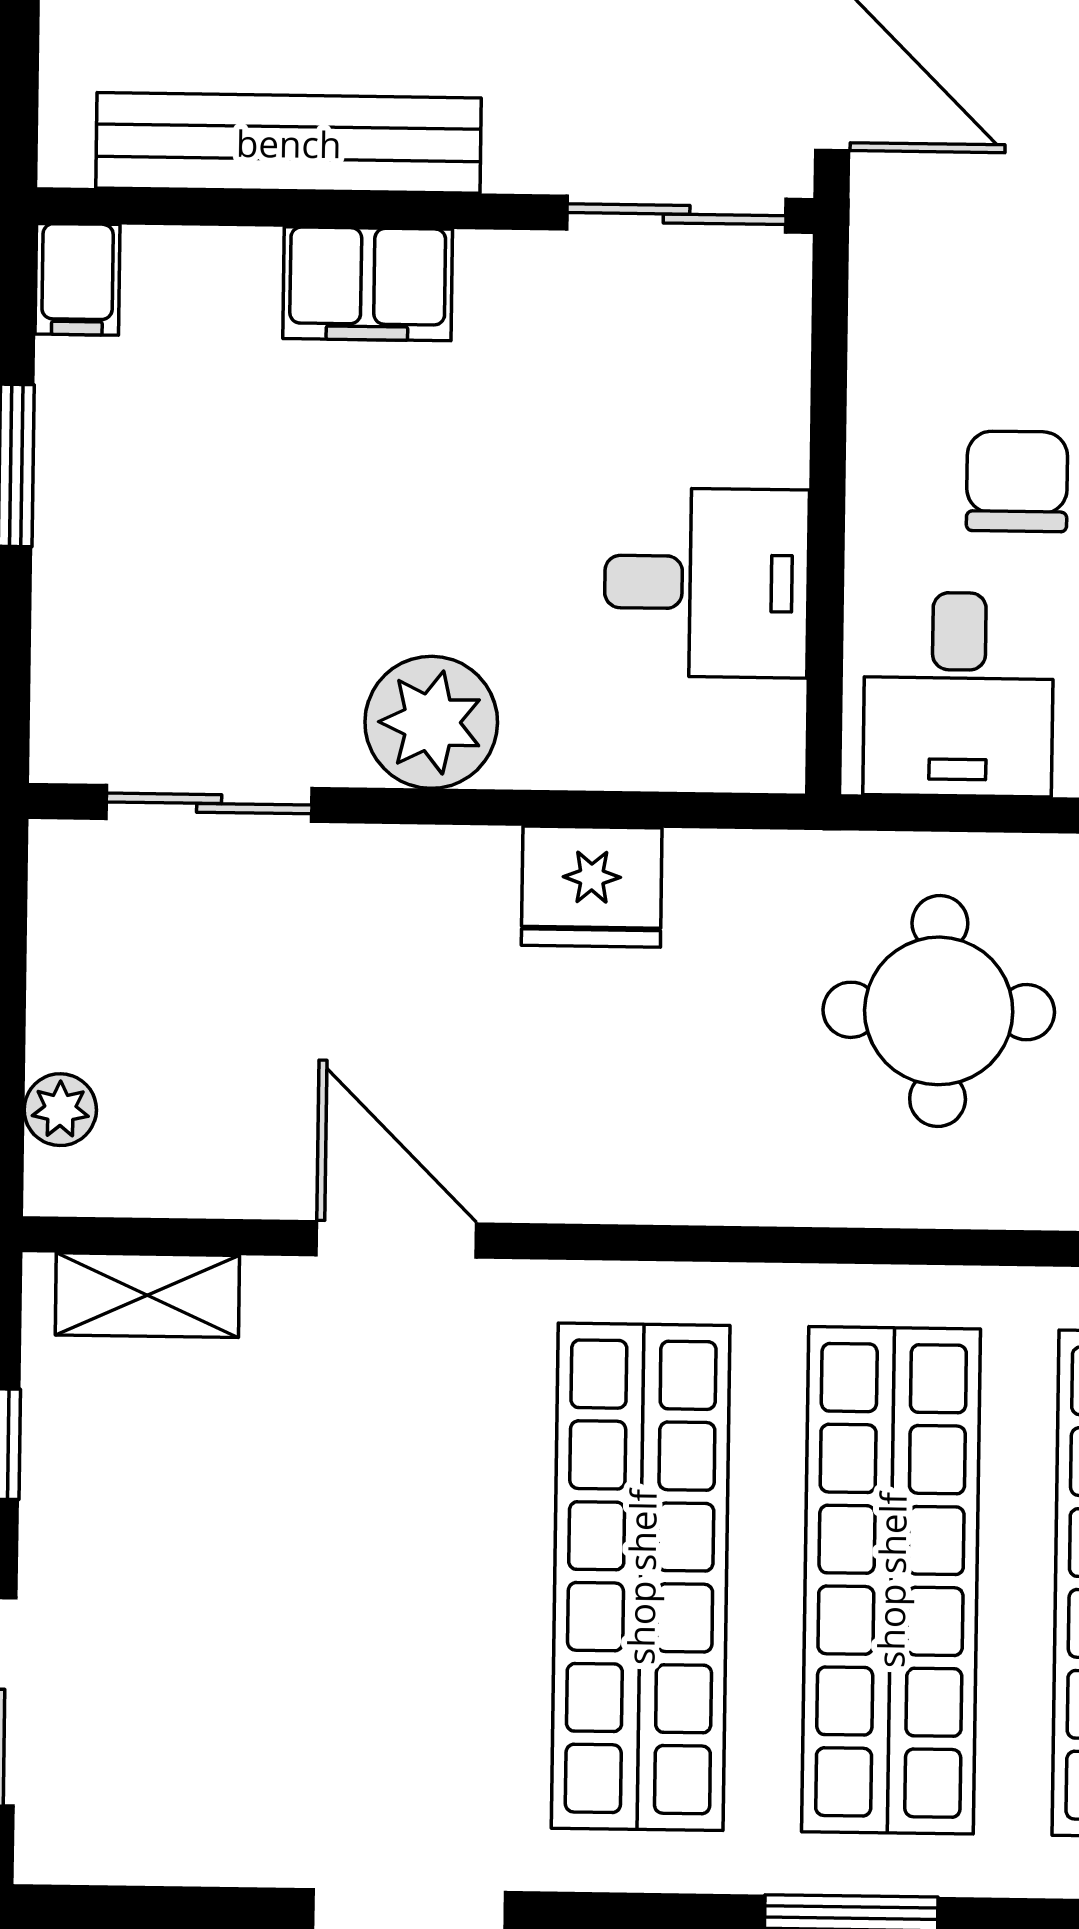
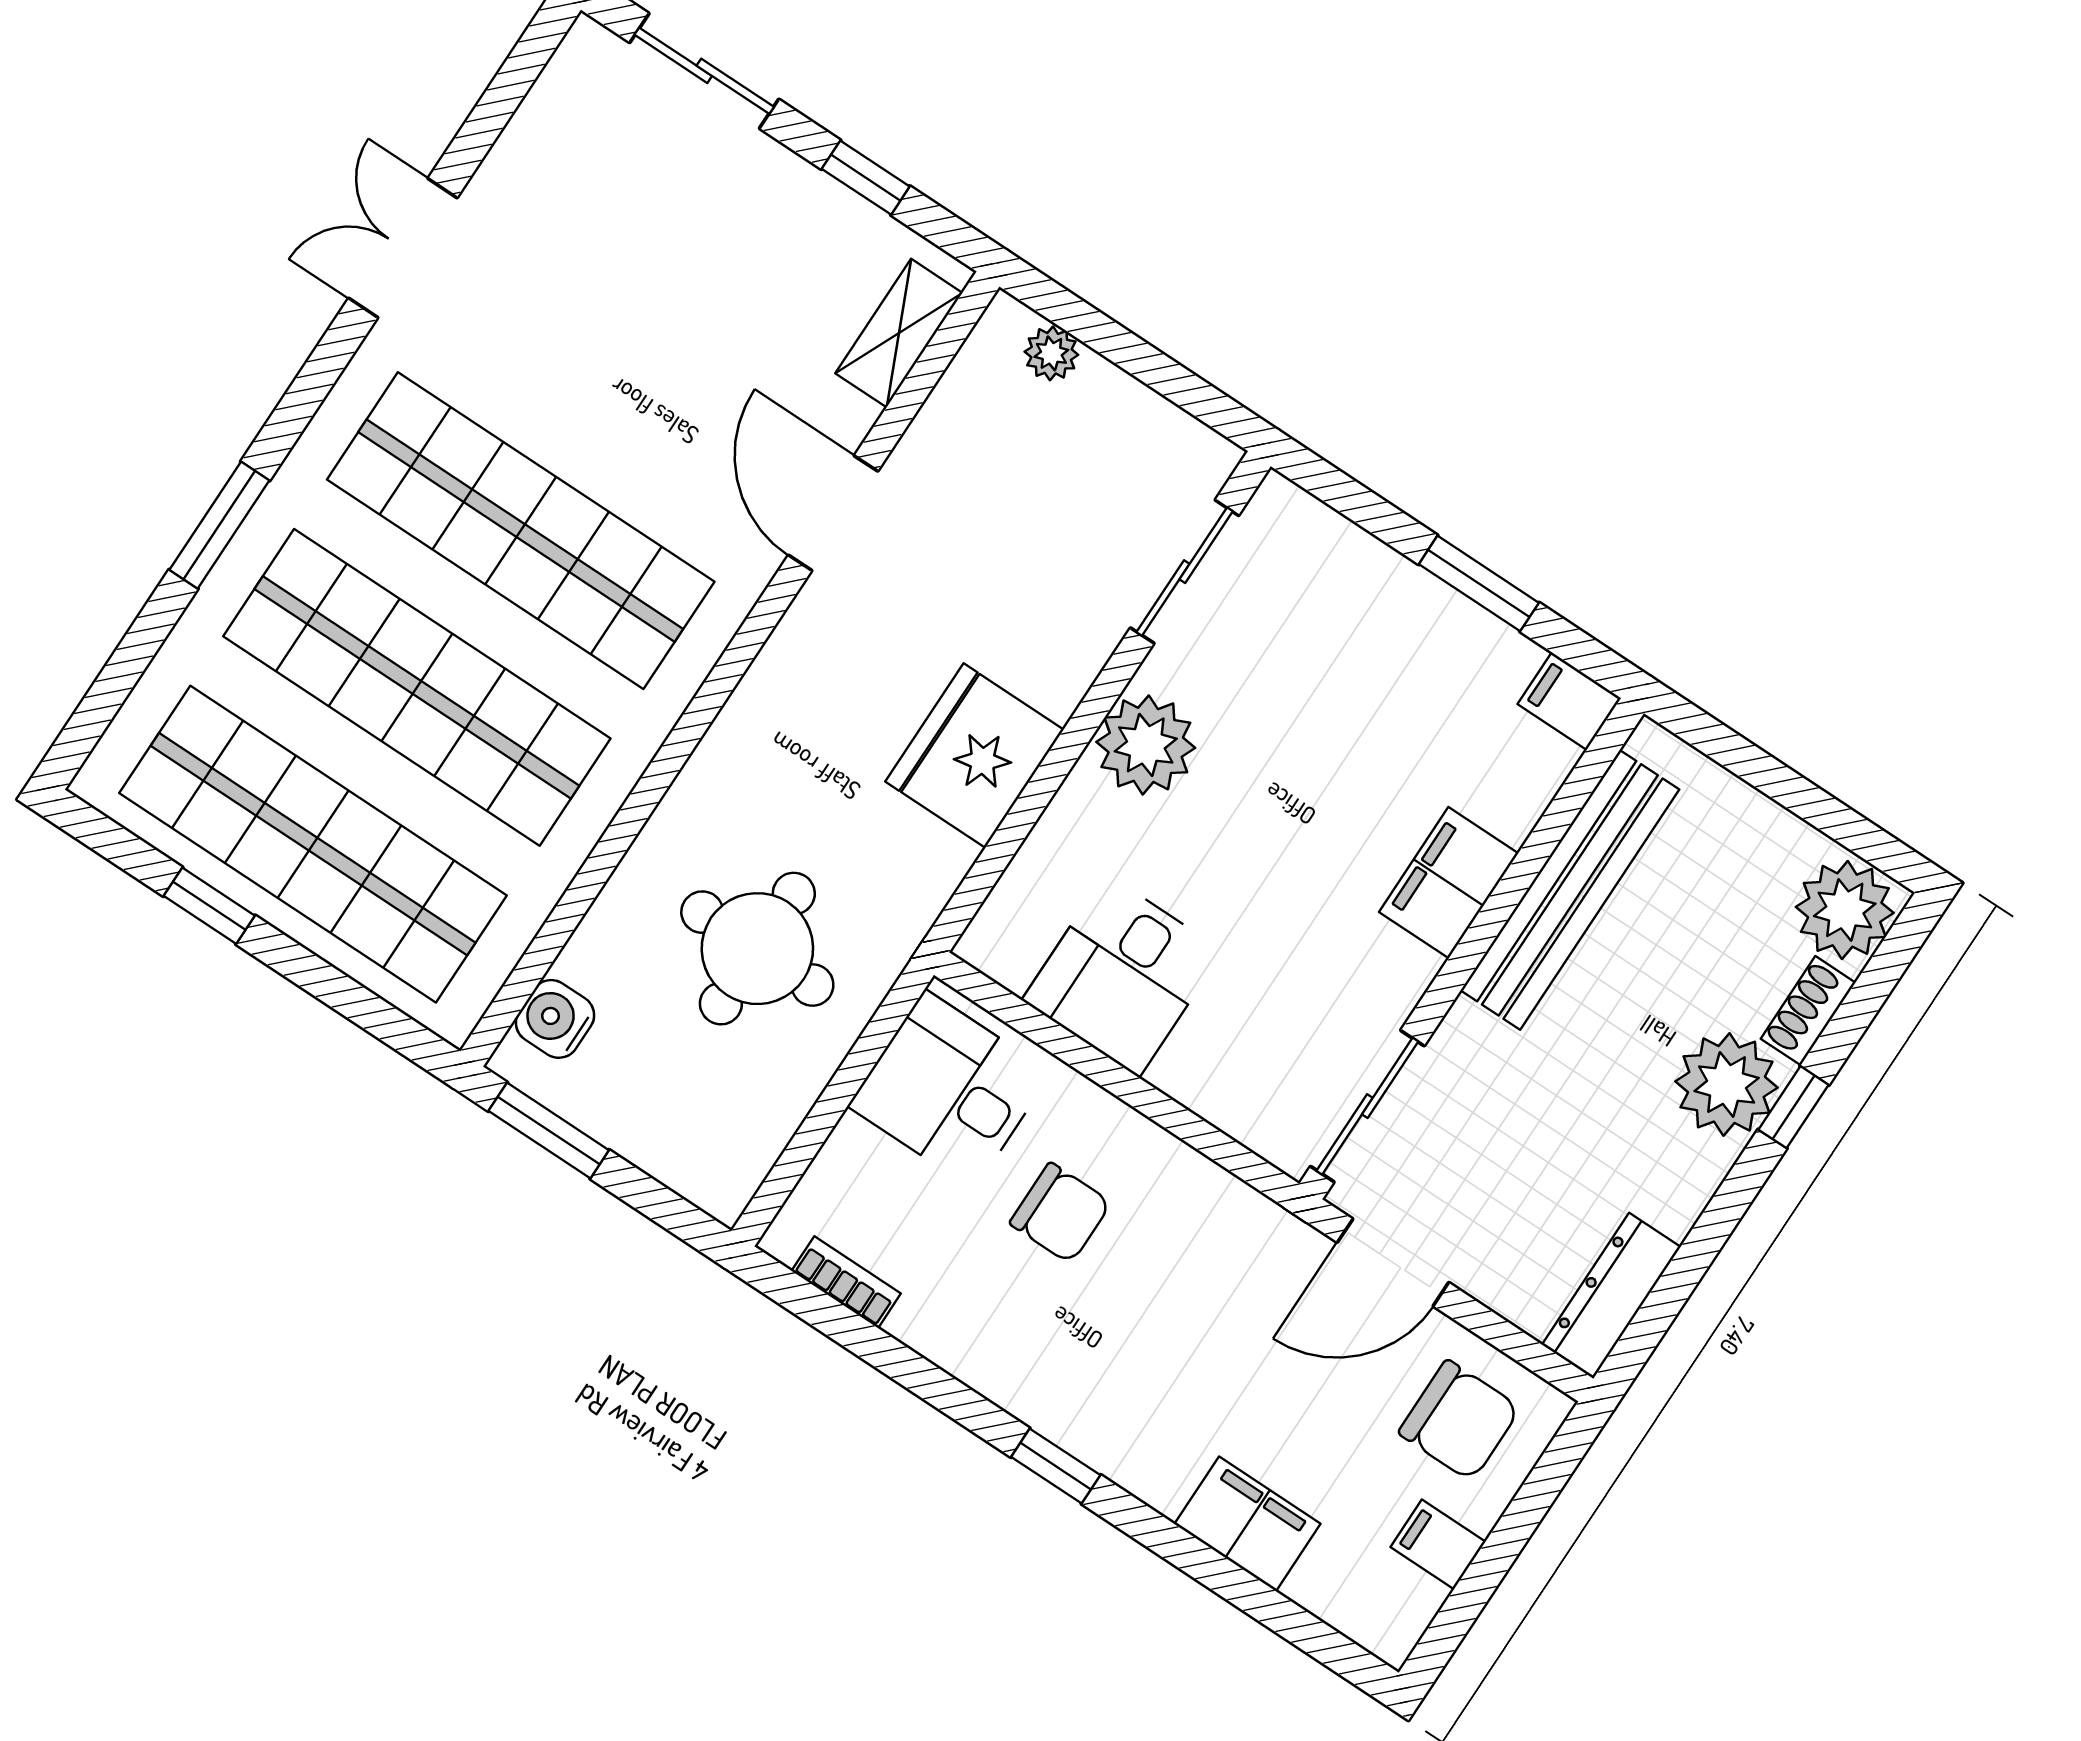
fridge: (592, 887) -> (974, 756), width x1.36, depth x1.34
door: (396, 1239) -> (833, 513), swing flipped

